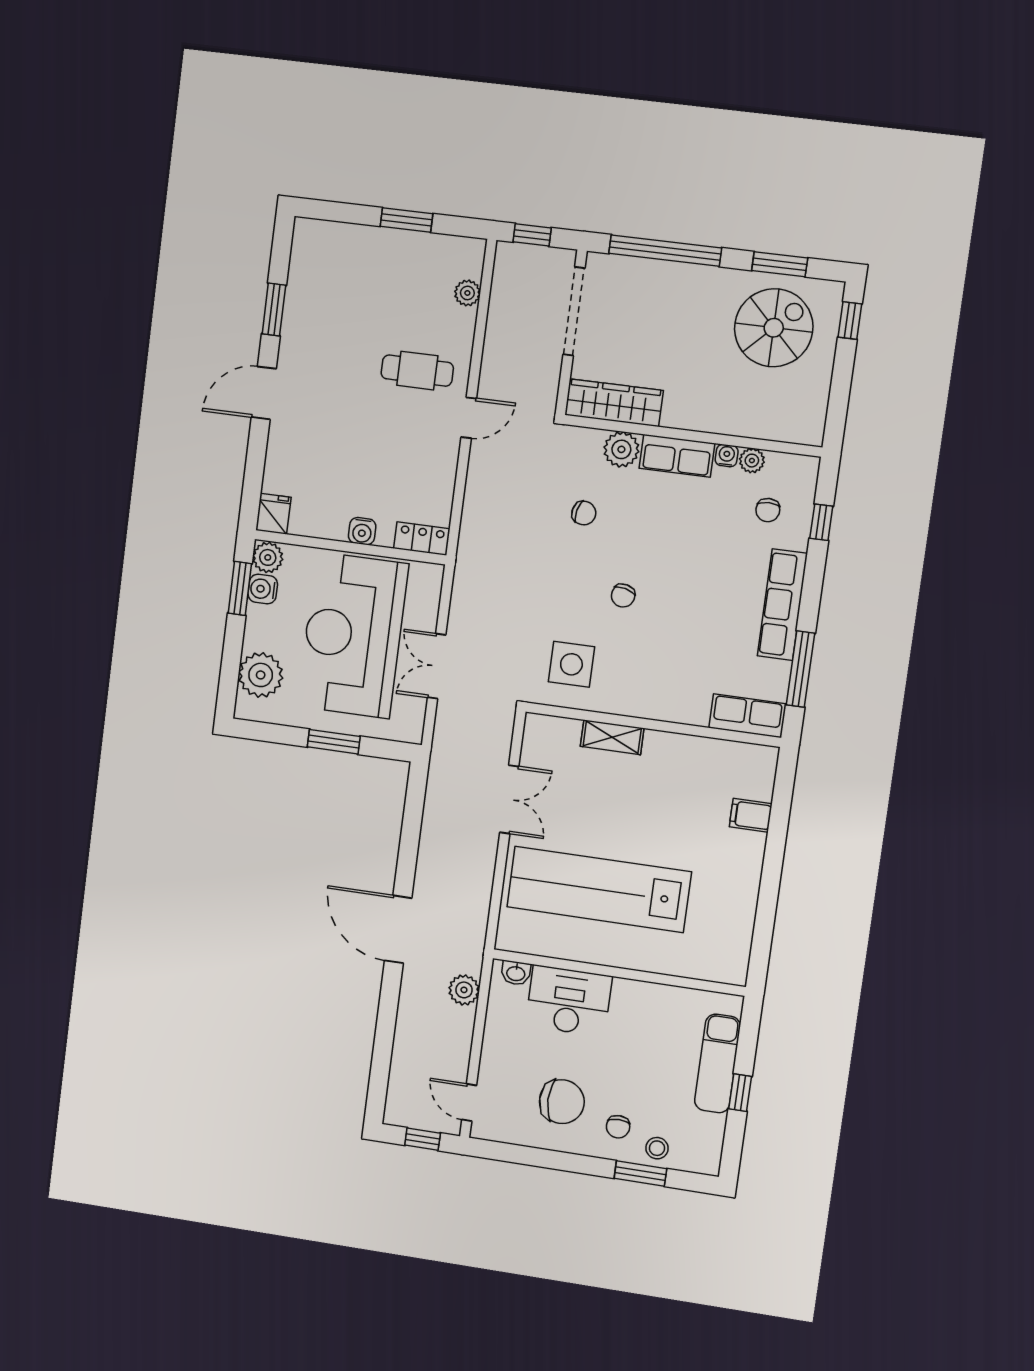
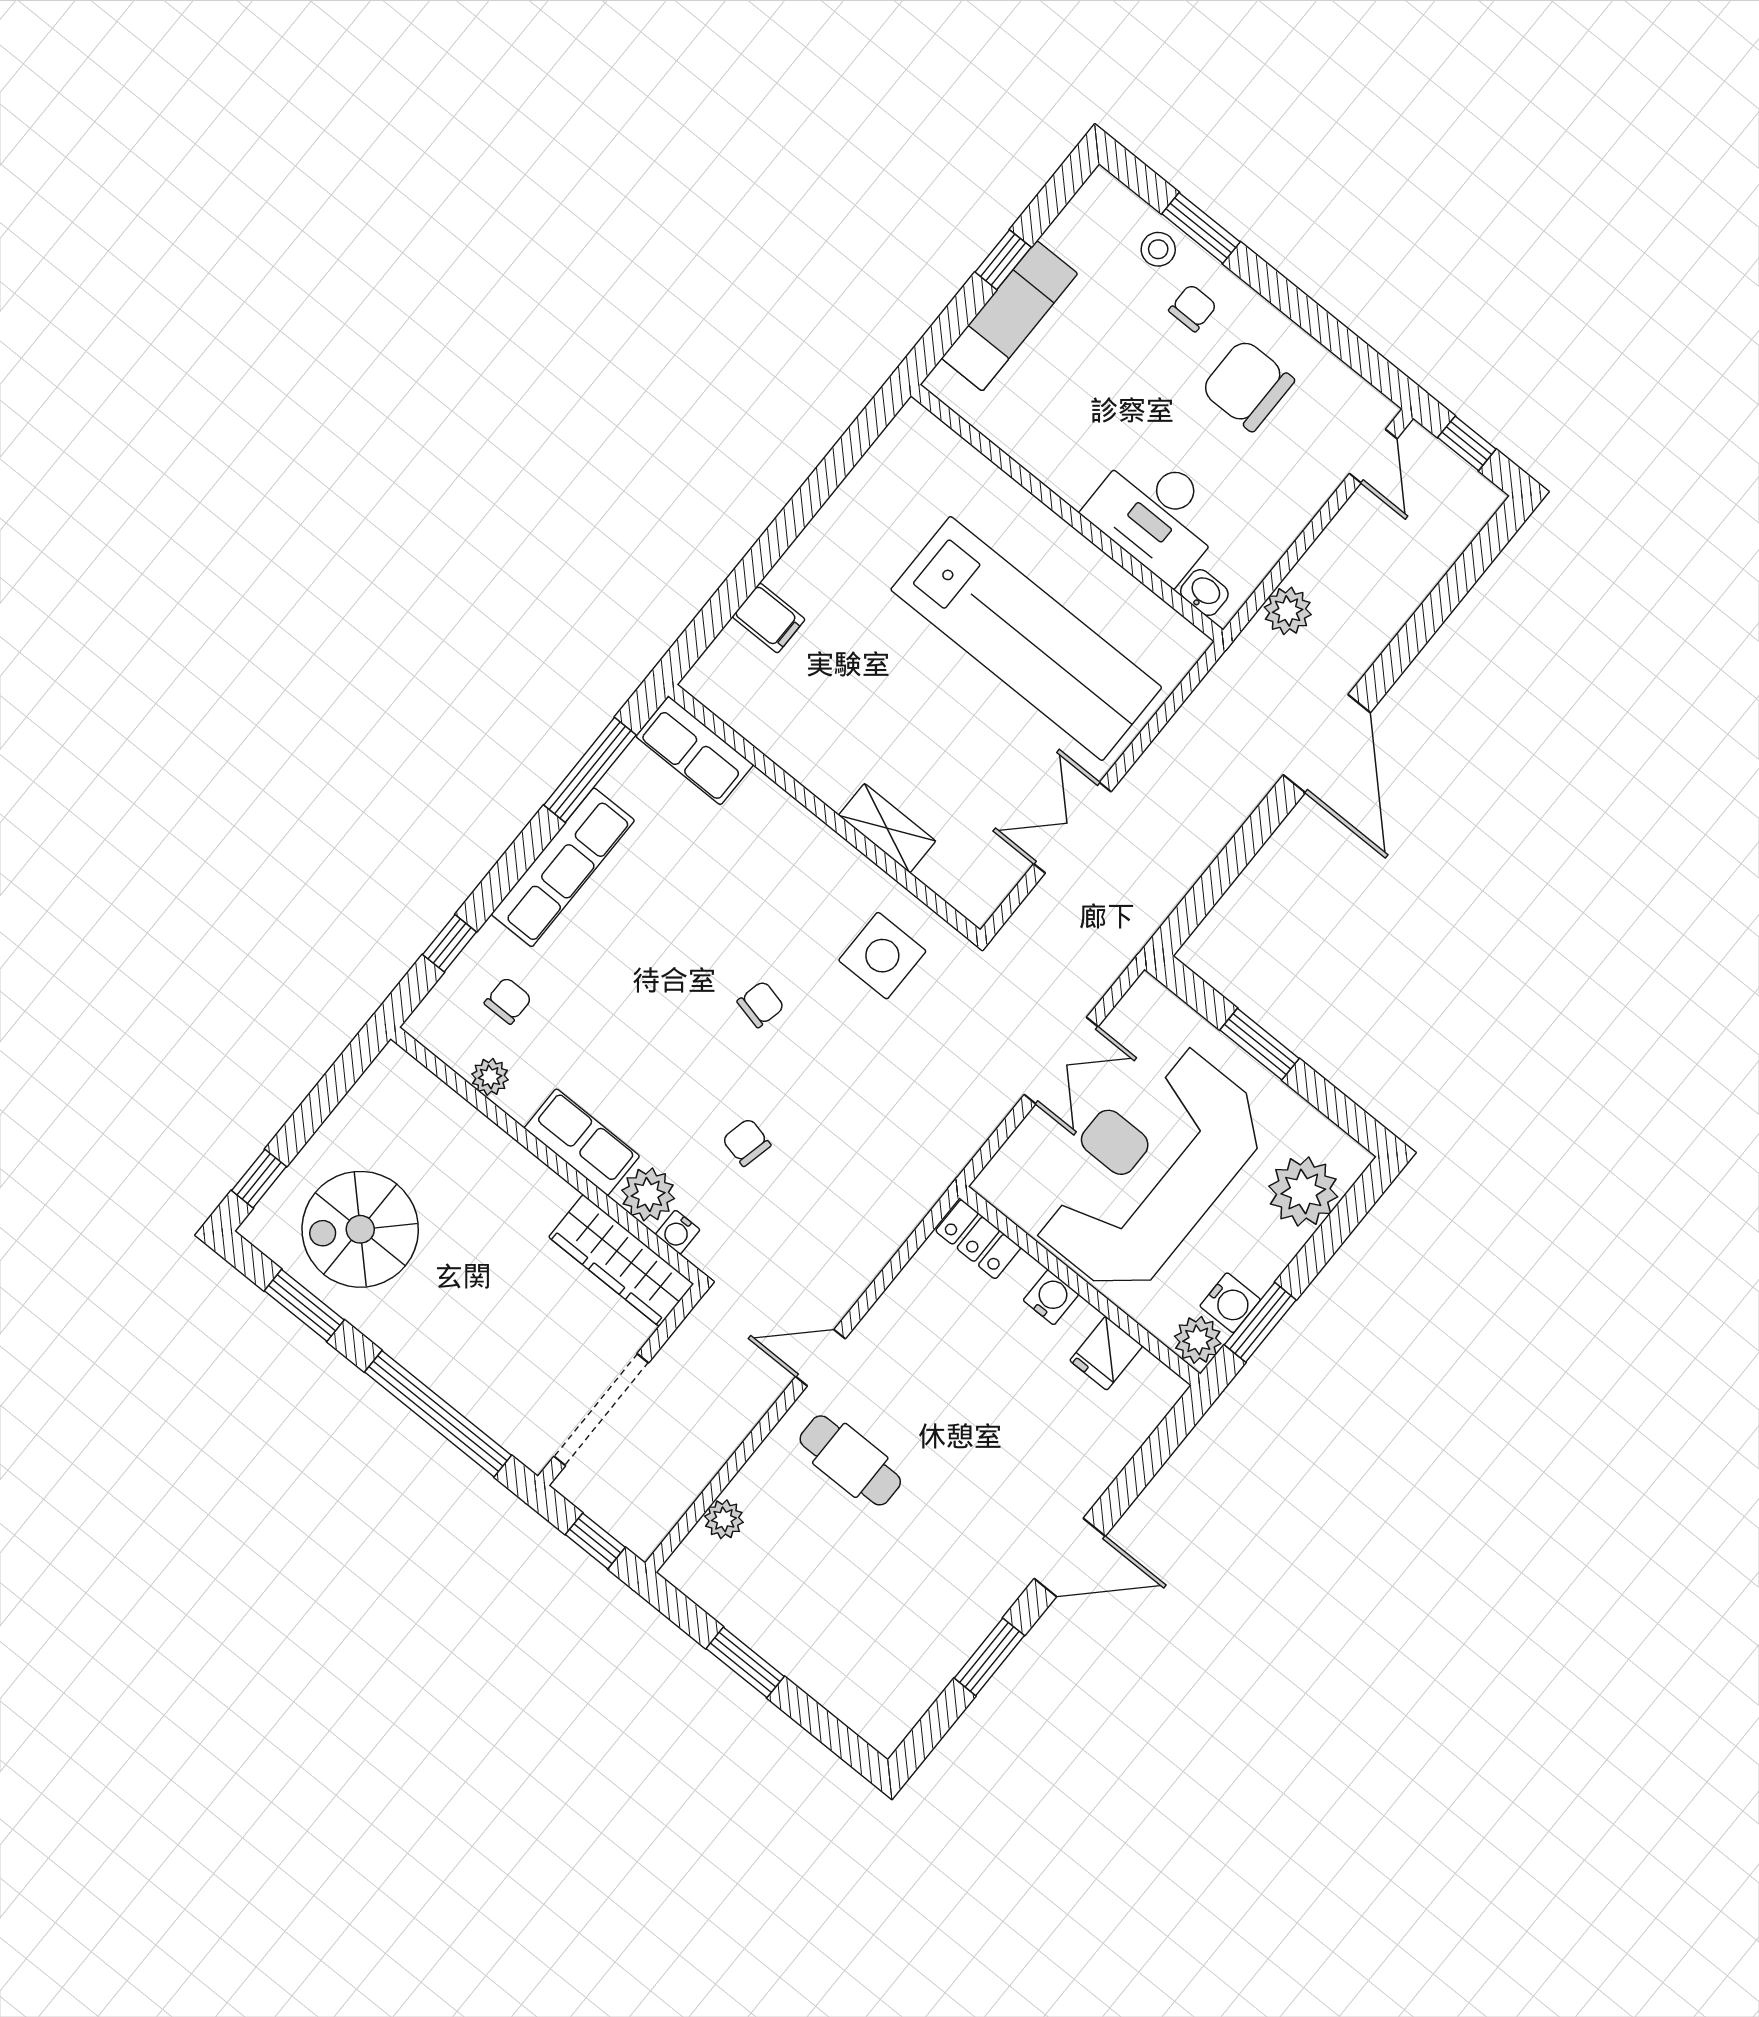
water cooler: (727, 456) -> (678, 1232), moved
fridge: (273, 514) -> (1106, 1353), moved
reception desk: (353, 635) -> (1147, 1169), turned 180

